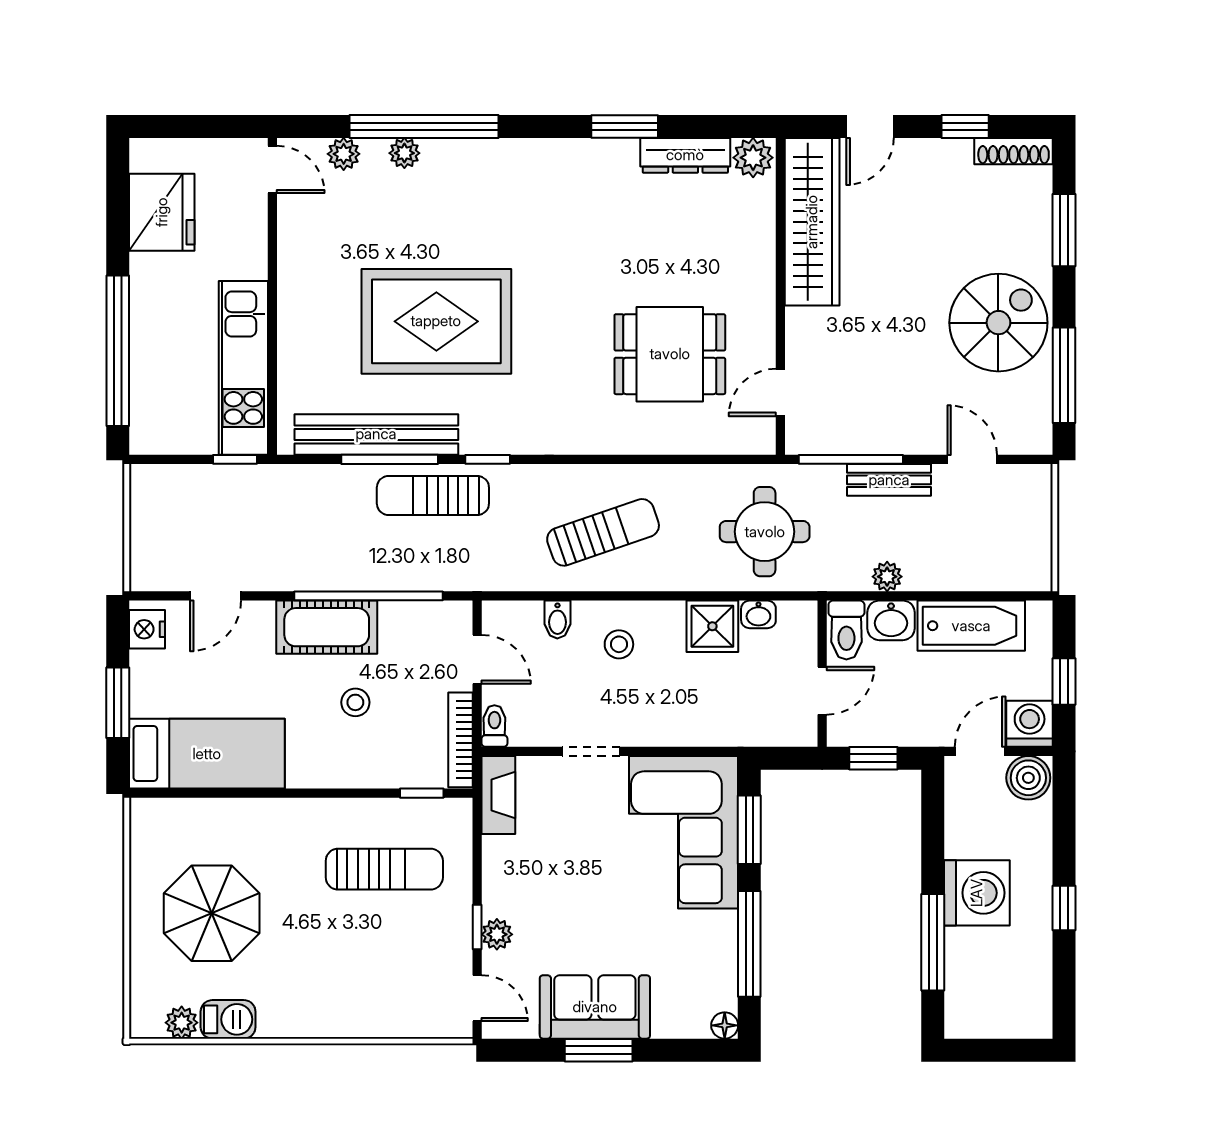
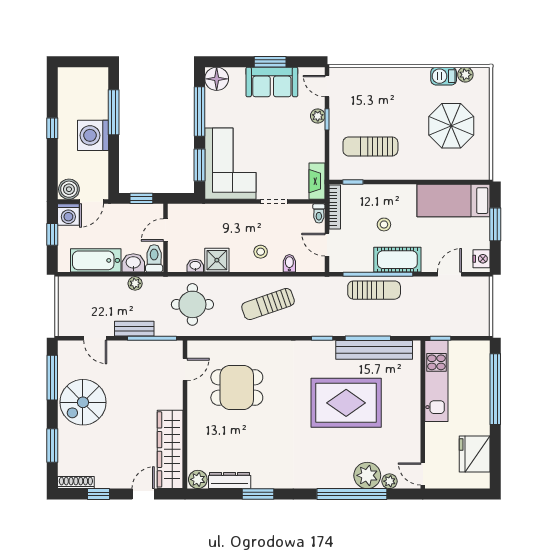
plant: (404, 153) -> (367, 475), width x1.87, depth x1.87
sun lounger: (433, 495) -> (374, 290), moved
floor lamp: (725, 1025) -> (217, 79), width x1.89, depth x1.89

